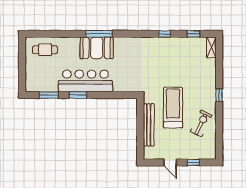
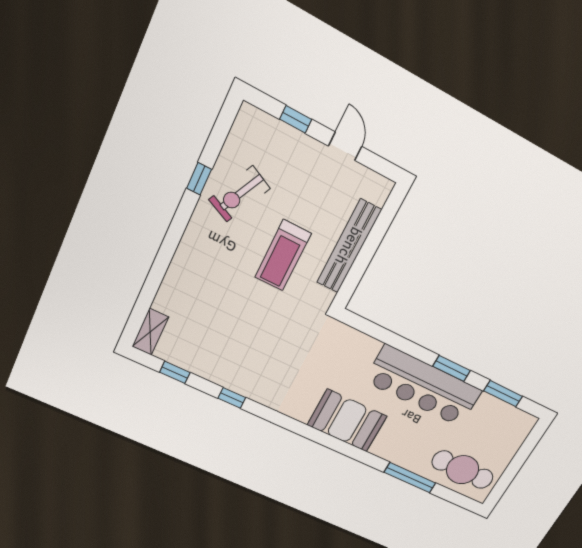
window: (99, 34) -> (410, 478), moved
booth: (97, 48) -> (347, 421), moved
cafe table: (45, 50) -> (463, 470), width x1.37, depth x1.35
window: (219, 95) -> (199, 179), moved
treadmill: (173, 108) -> (283, 255), width x0.73, depth x0.73

